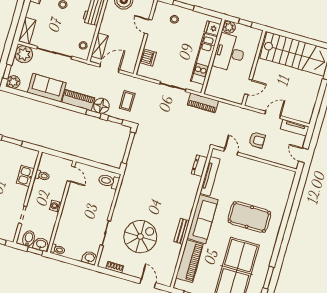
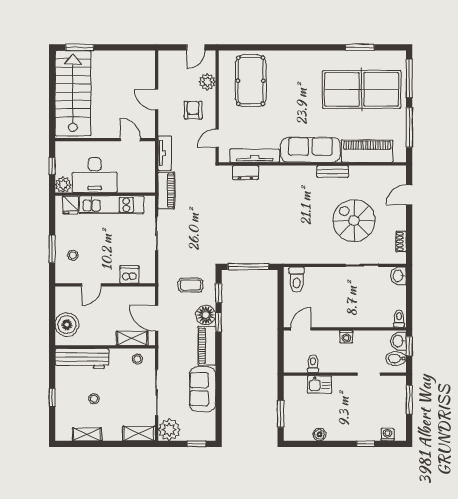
plant: (13, 82) -> (207, 82), moved
tv unit: (295, 128) -> (165, 153), moved
pool table: (249, 217) -> (251, 81), moved

